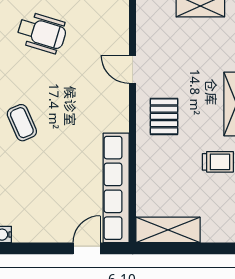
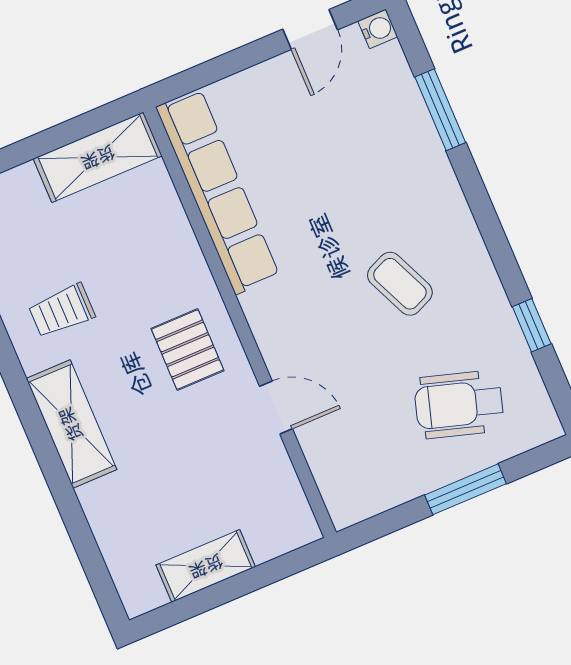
coffee table: (22, 123) -> (400, 284), moved
door: (87, 248) -> (310, 29), moved

